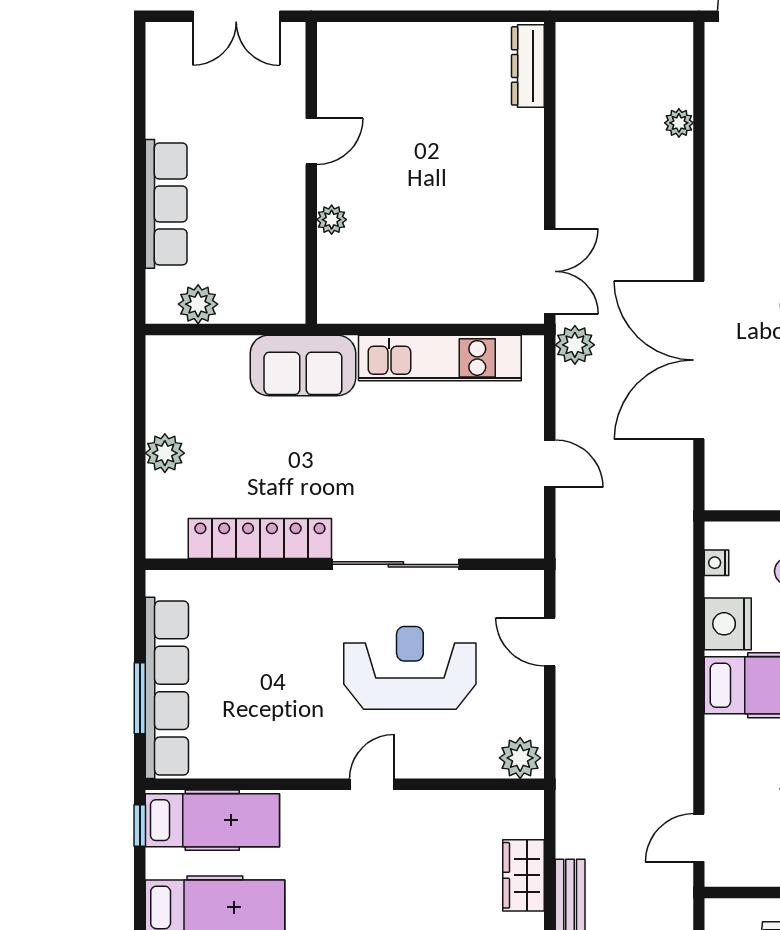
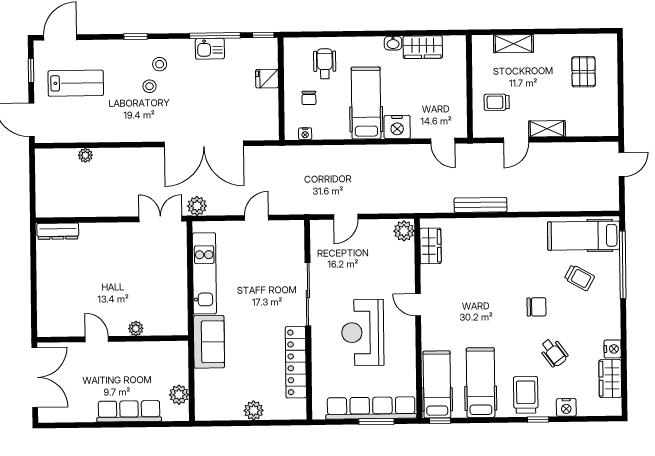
double door: (236, 16) -> (35, 377), width x1.37
nightstand: (728, 624) -> (397, 127), moved
reception desk: (410, 668) -> (363, 333), moved
wardrobe: (523, 875) -> (430, 246), moved, turned -90

